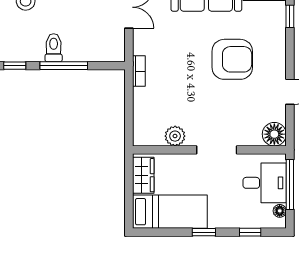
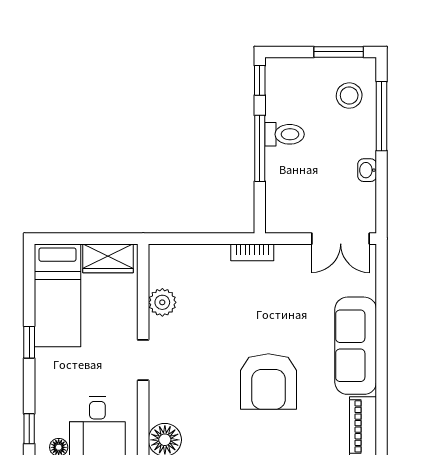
doorway: (217, 150) -> (143, 360), width x0.73
window: (250, 232) -> (29, 429), moved

